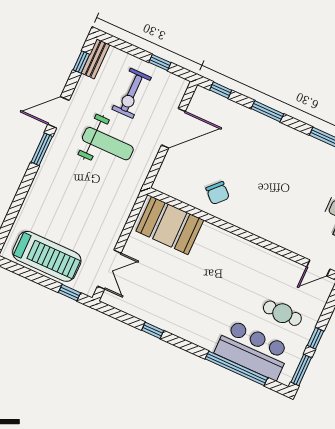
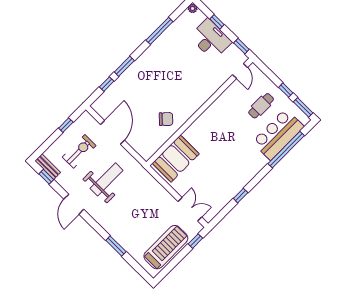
window: (221, 90) -> (107, 84), moved
exercise bike: (132, 93) -> (79, 151), turned -90
window: (42, 149) -> (116, 246), moved

